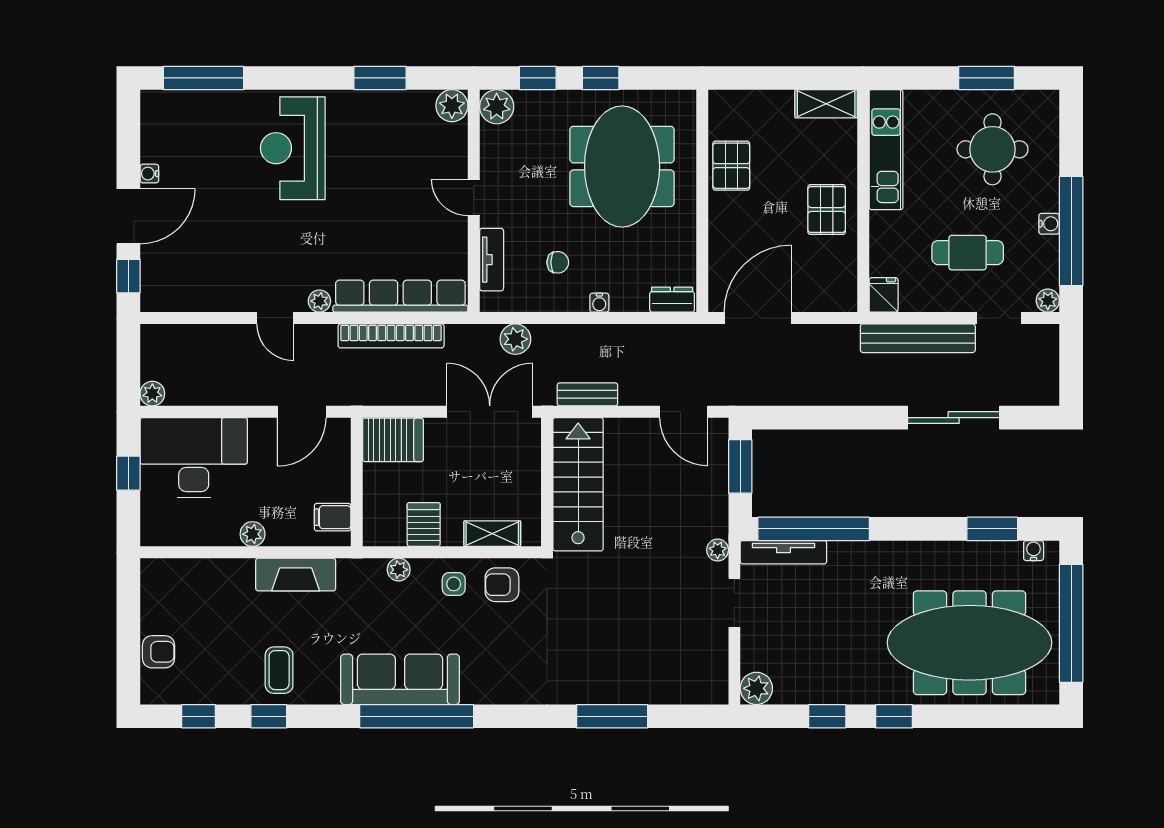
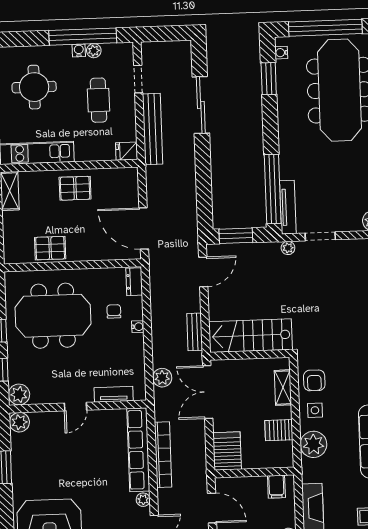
chair: (558, 262) -> (114, 311), moved
plant: (1048, 301) -> (94, 51), moved
plant: (399, 570) -> (313, 444), width x1.88, depth x1.88

